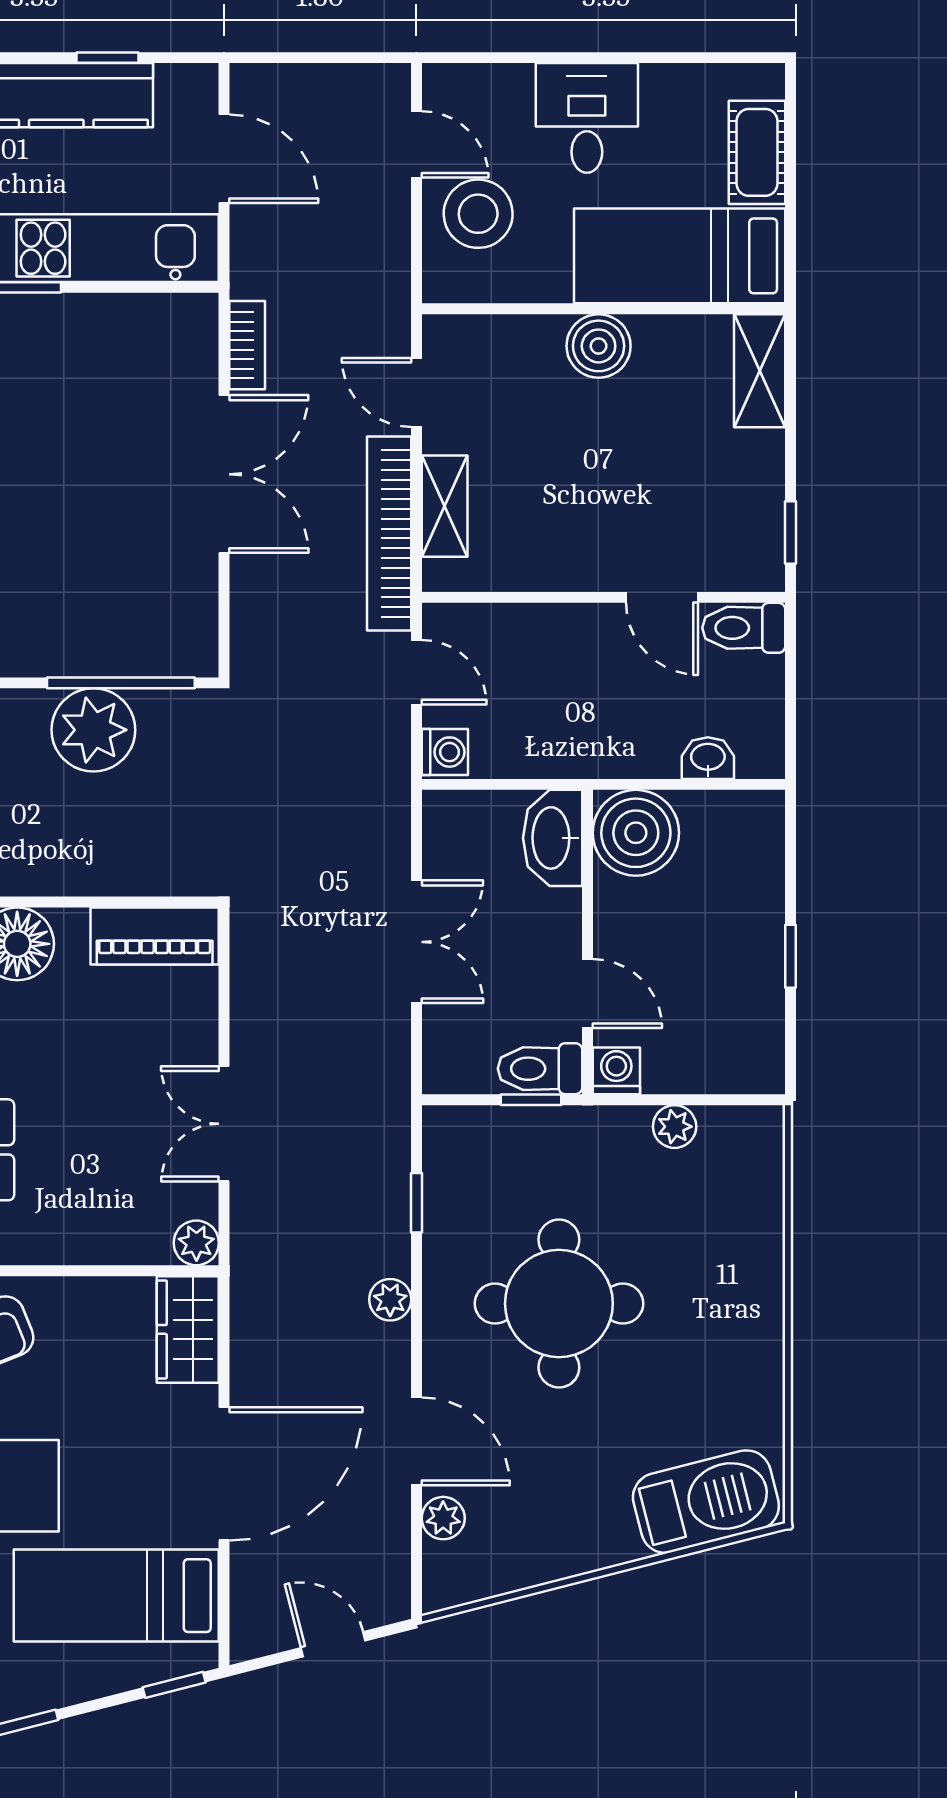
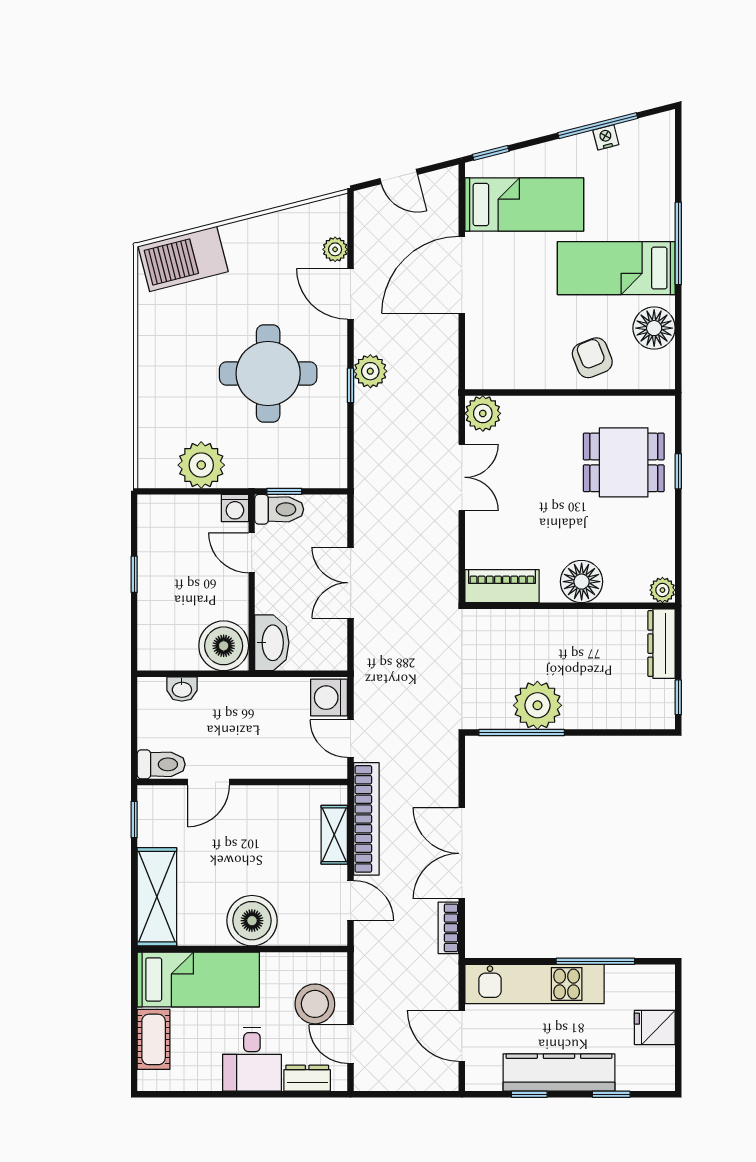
dresser: (492, 86) -> (307, 1078), added
boiler: (599, 346) -> (252, 921), width x1.37, depth x1.37
shelving: (760, 371) -> (157, 897), width x1.50, depth x1.33
door: (662, 597) -> (209, 782), swing flipped
washing machine: (445, 752) -> (329, 698), width x1.38, depth x1.38
plant: (675, 1127) -> (201, 465), width x1.87, depth x1.87
window: (416, 1203) -> (351, 385), moved
plant: (196, 1243) -> (483, 413), width x1.38, depth x1.38
plant: (390, 1300) -> (370, 371), width x1.38, depth x1.38
wardrobe: (188, 1329) -> (483, 358), removed

